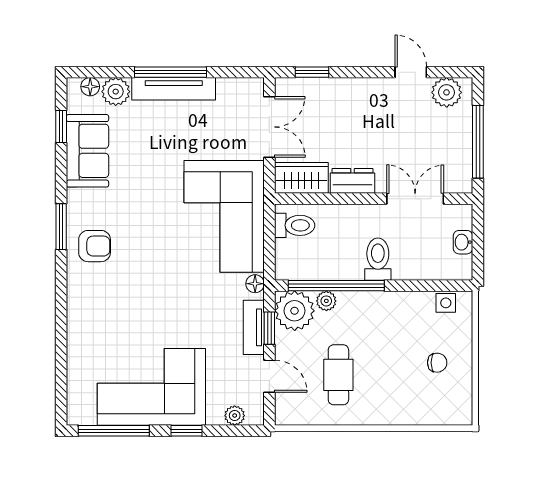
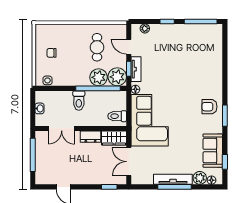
plant: (447, 92) -> (47, 178), removed
plant: (326, 301) -> (99, 77), width x1.88, depth x1.88
corner sofa: (151, 387) -> (183, 42), removed

